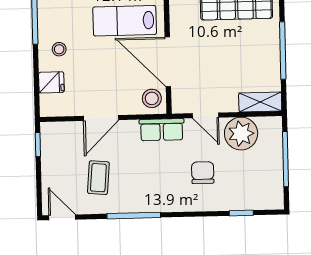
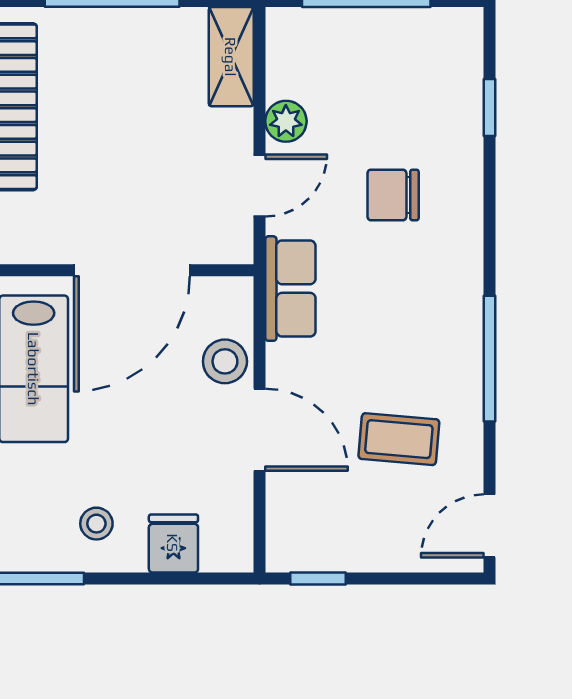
stool: (152, 98) -> (225, 361), moved
plant: (241, 134) -> (286, 121), width x0.53, depth x0.53

